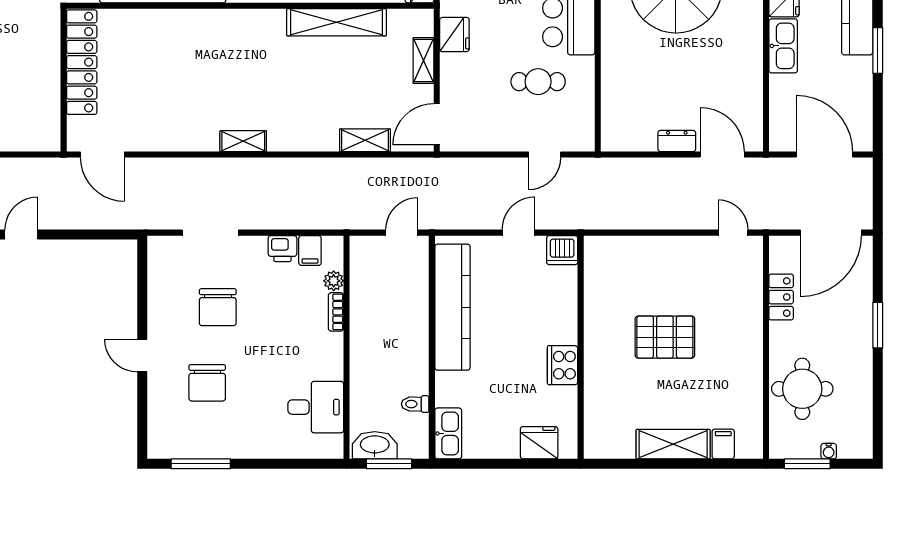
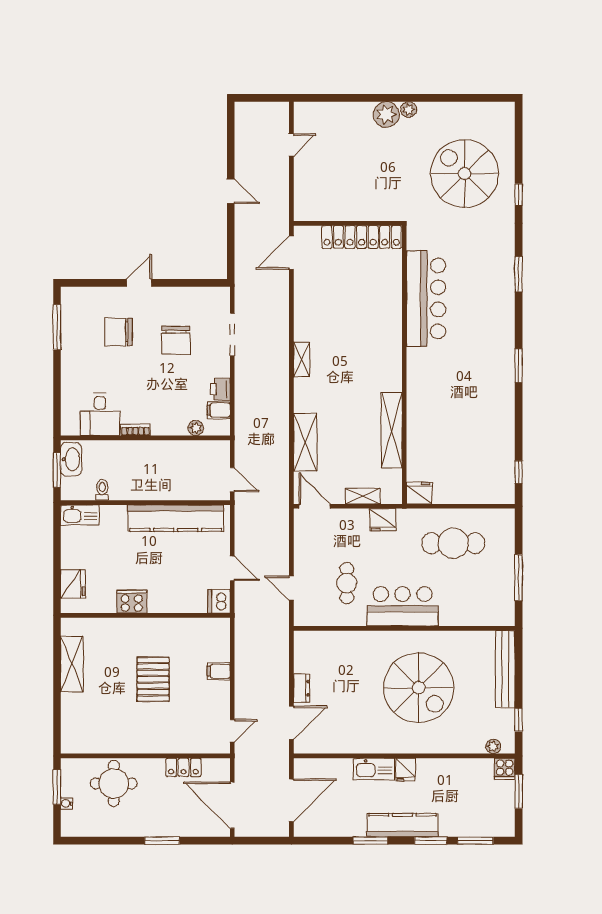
shelving: (365, 140) -> (305, 442), width x1.50, depth x1.33
chair: (218, 307) -> (176, 340), turned -90
bookcase: (336, 312) -> (136, 430), moved
shelving: (673, 444) -> (72, 664), moved
filing cabinet: (723, 444) -> (219, 671), moved, turned 180

